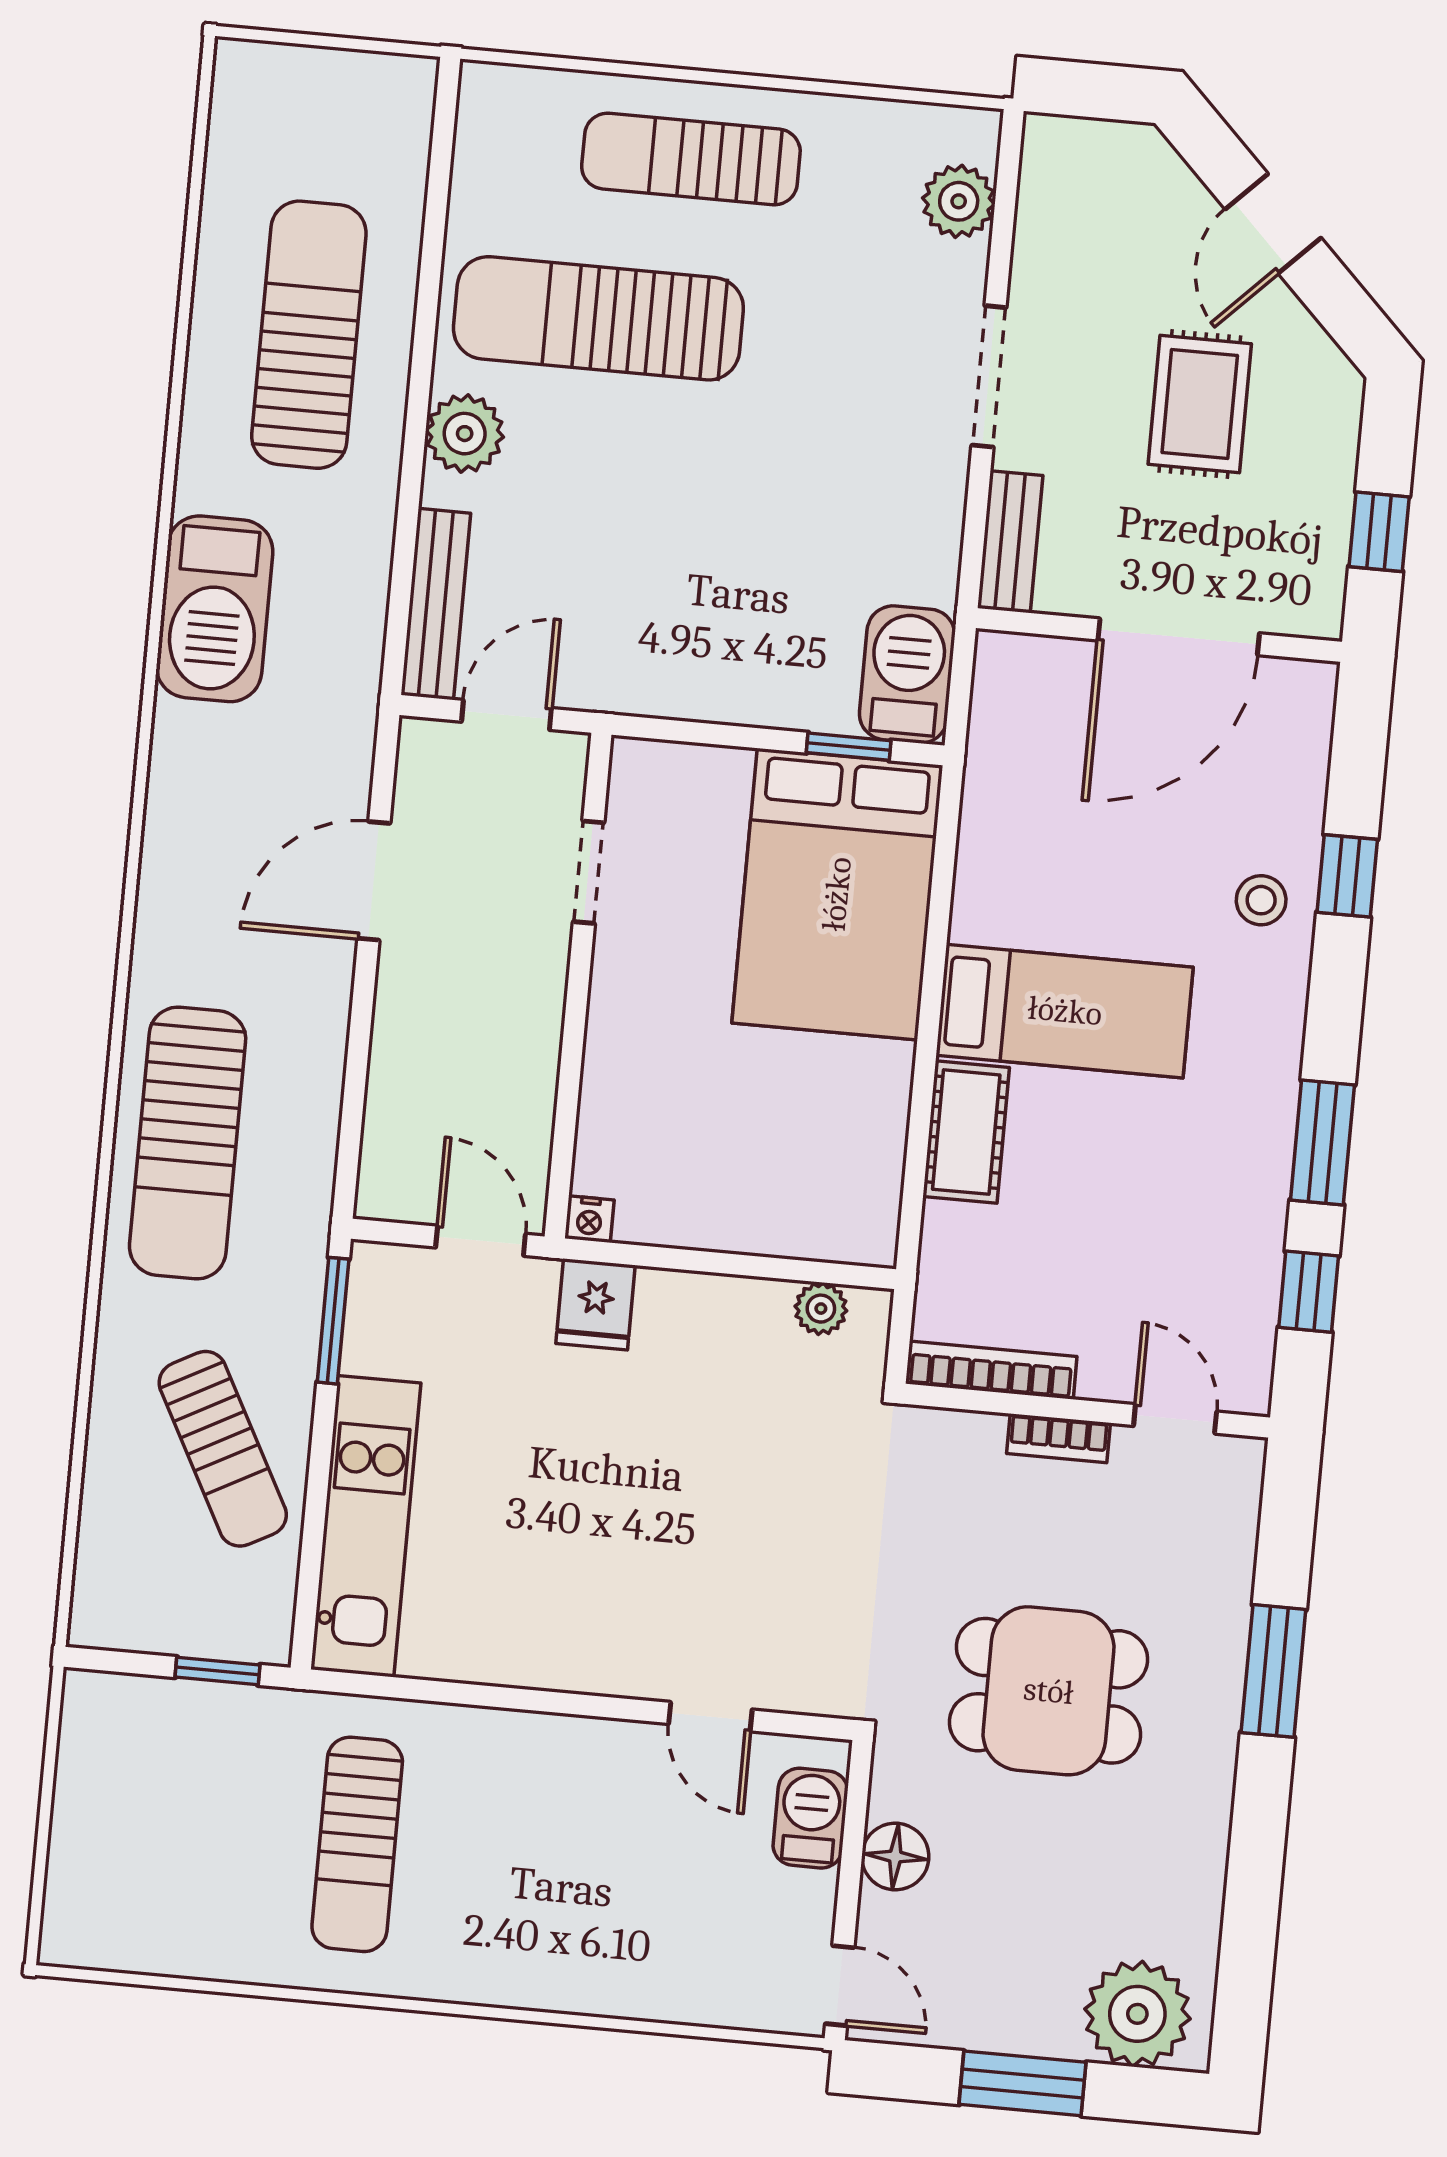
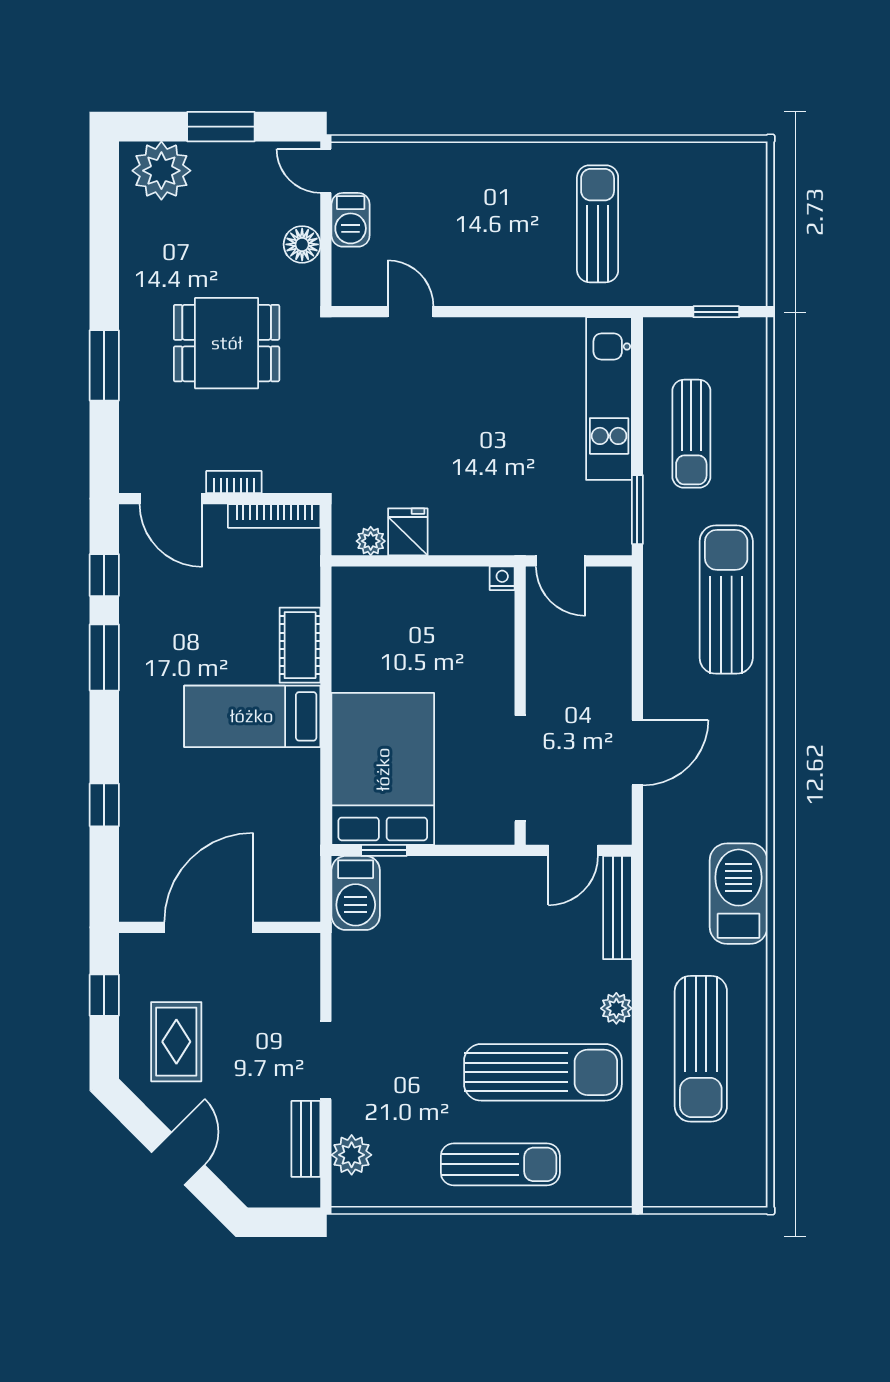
rug: (1200, 404) -> (176, 1042), moved
plant: (465, 434) -> (616, 1008), width x0.73, depth x0.73
bench: (1010, 542) -> (306, 1139), moved
doorway: (589, 872) -> (520, 768), width x1.88
stool: (1261, 900) -> (150, 787), removed
fridge: (595, 1304) -> (408, 532), moved
door: (1175, 1419) -> (171, 499), width x1.38
sun lounger: (223, 1449) -> (691, 434), turned -152
window: (217, 1671) -> (716, 312), moved
barbecue: (810, 1818) -> (351, 220), moved

